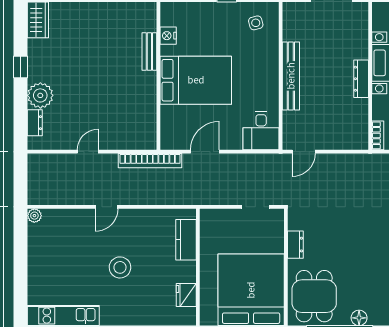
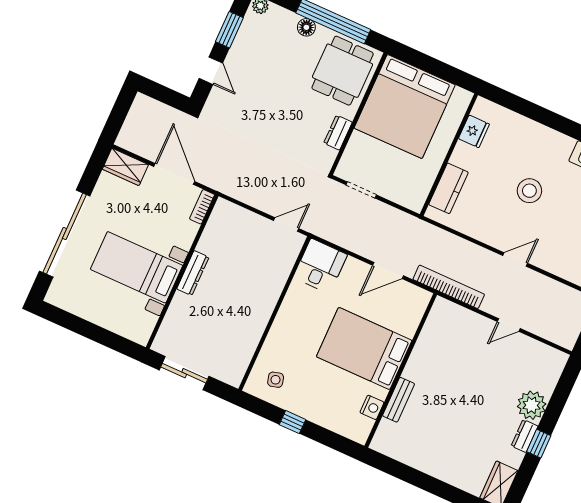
bench: (291, 76) -> (264, 309), removed
dresser: (35, 123) -> (525, 436), moved

